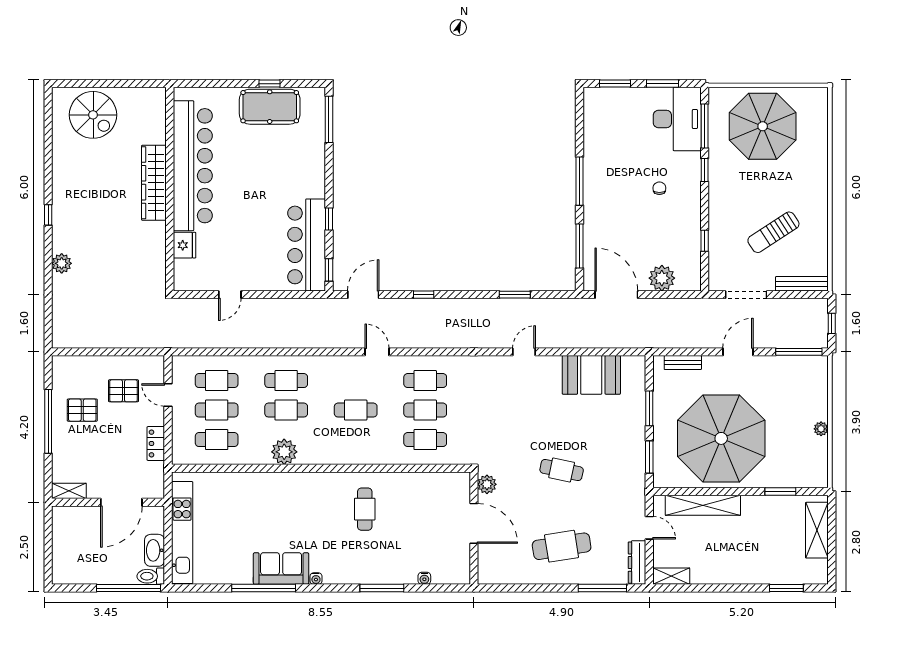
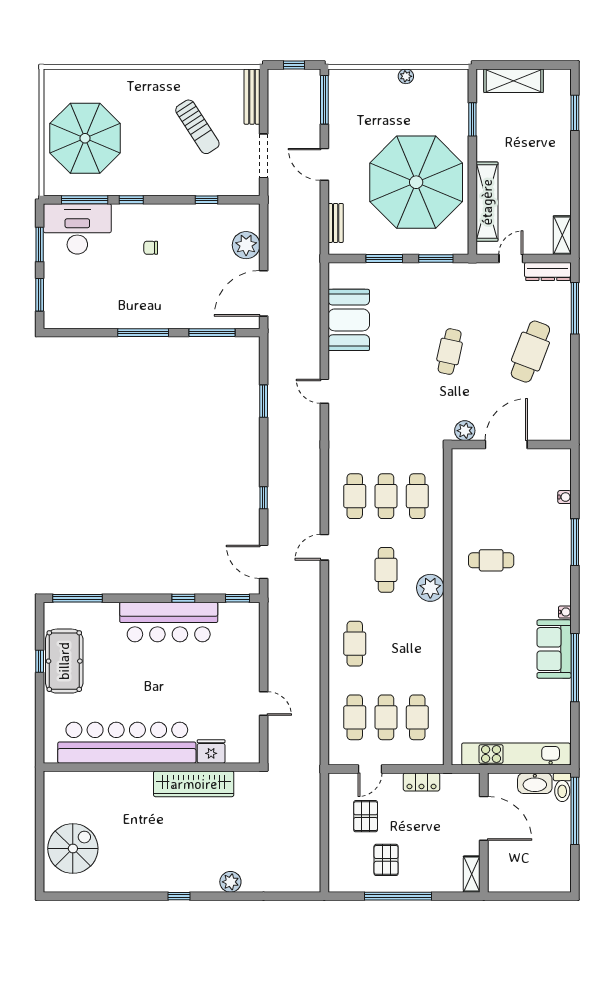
wardrobe: (154, 183) -> (194, 784), moved
bar counter: (307, 245) -> (169, 622), moved
cafe table: (286, 410) -> (386, 644), removed
plant: (284, 452) -> (430, 588), moved
cafe table: (562, 546) -> (530, 352), turned 30

